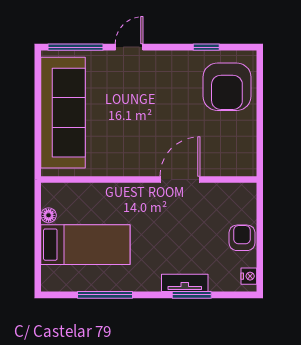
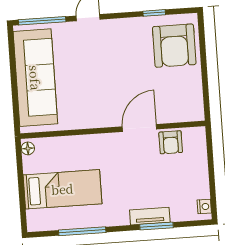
floor lamp: (49, 215) -> (28, 148), moved
armchair: (242, 238) -> (171, 142), moved, turned 180

